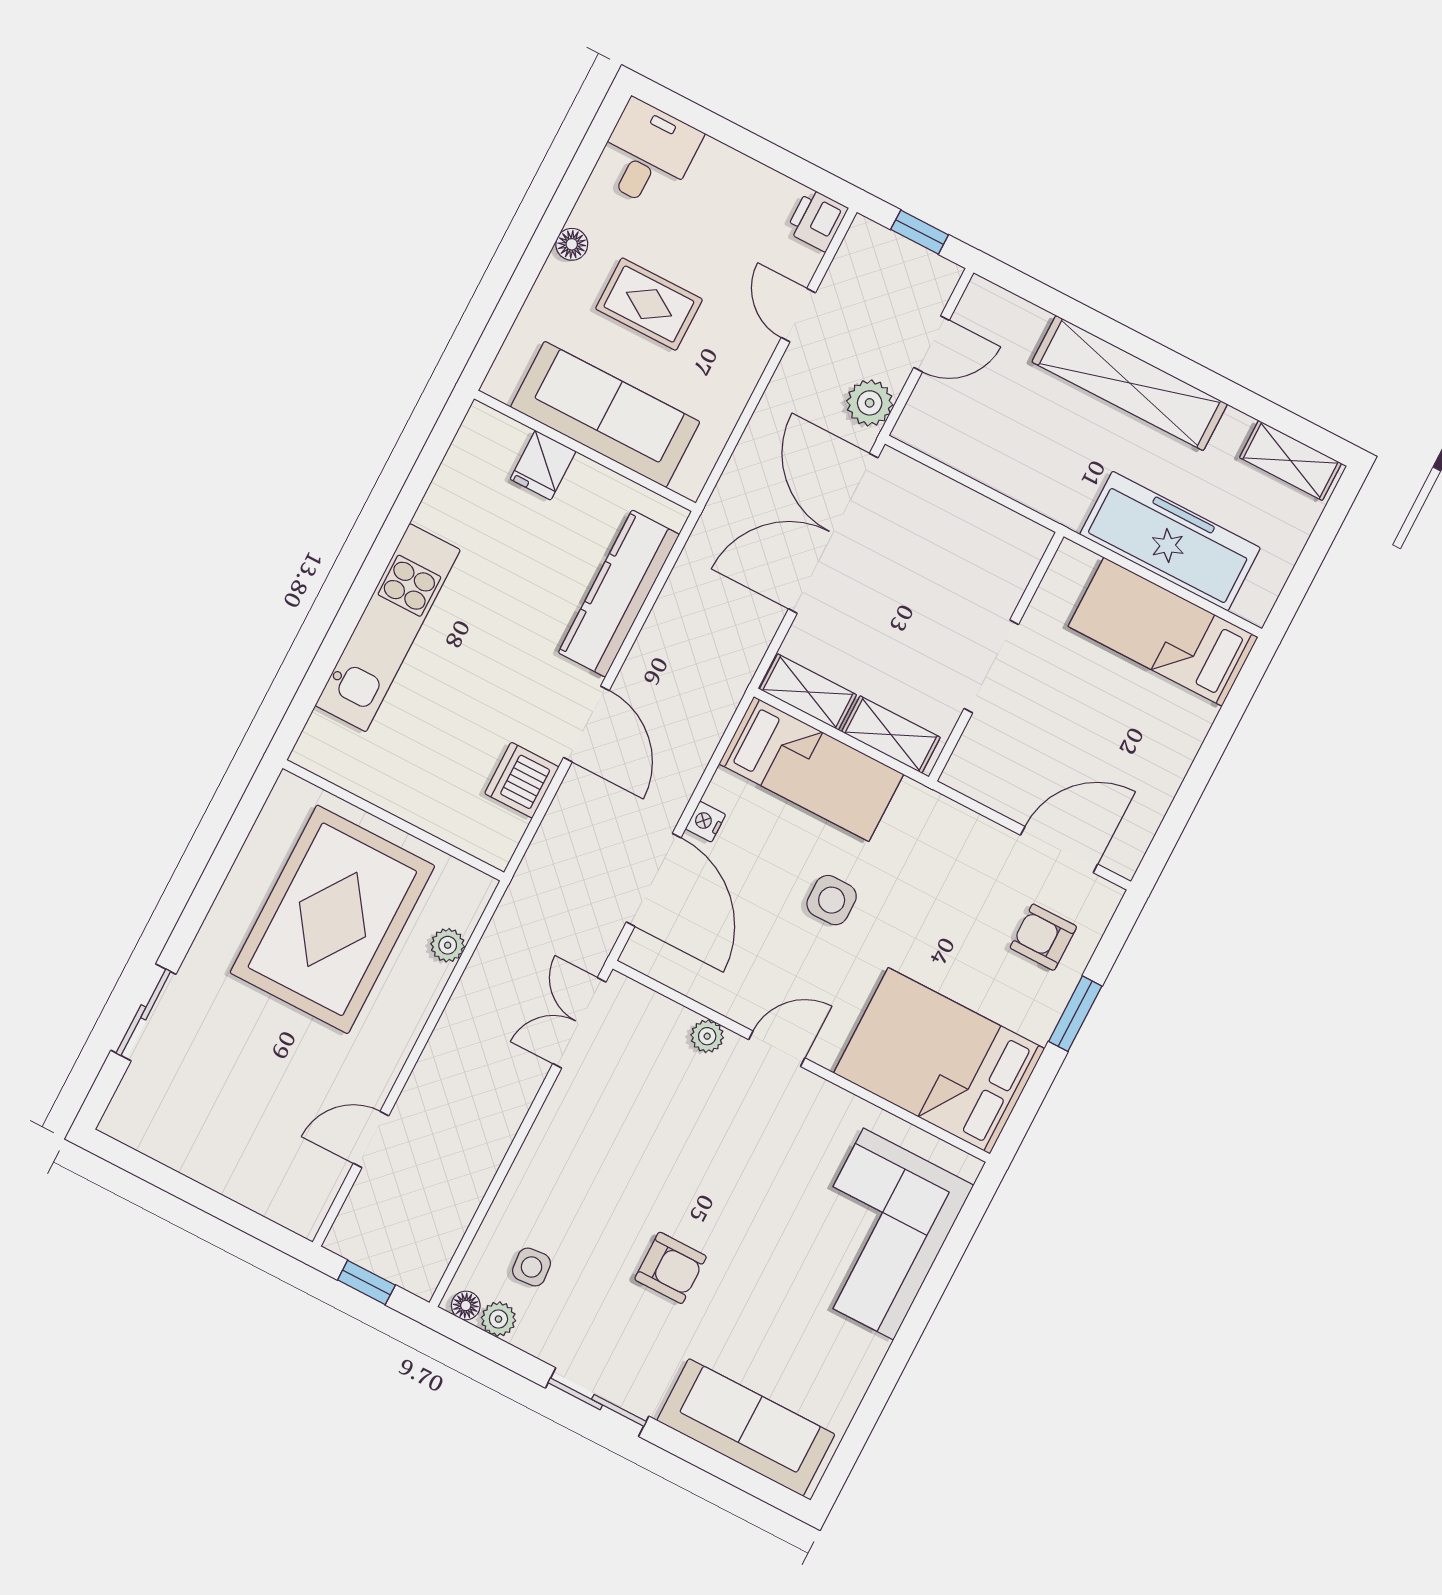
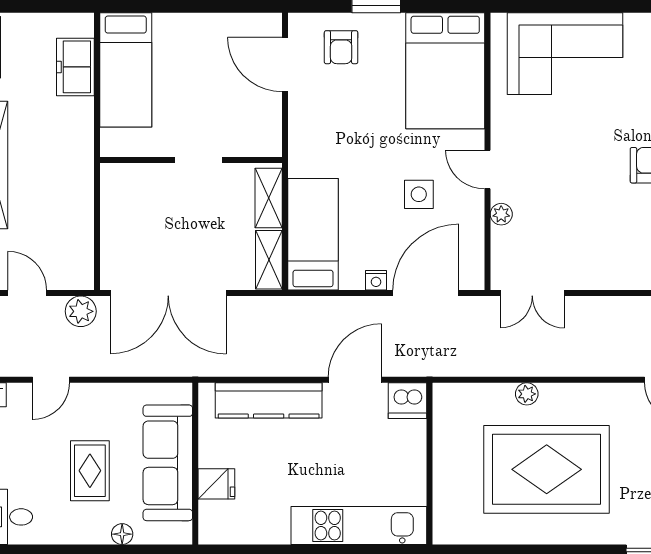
floor lamp: (572, 244) -> (122, 534), moved
freezer: (1170, 541) -> (75, 67), width x0.52, depth x0.79
doorway: (991, 666) -> (198, 160), width x0.73
wall: (393, 820) -> (430, 464), moved
side table: (832, 900) -> (419, 194), moved

